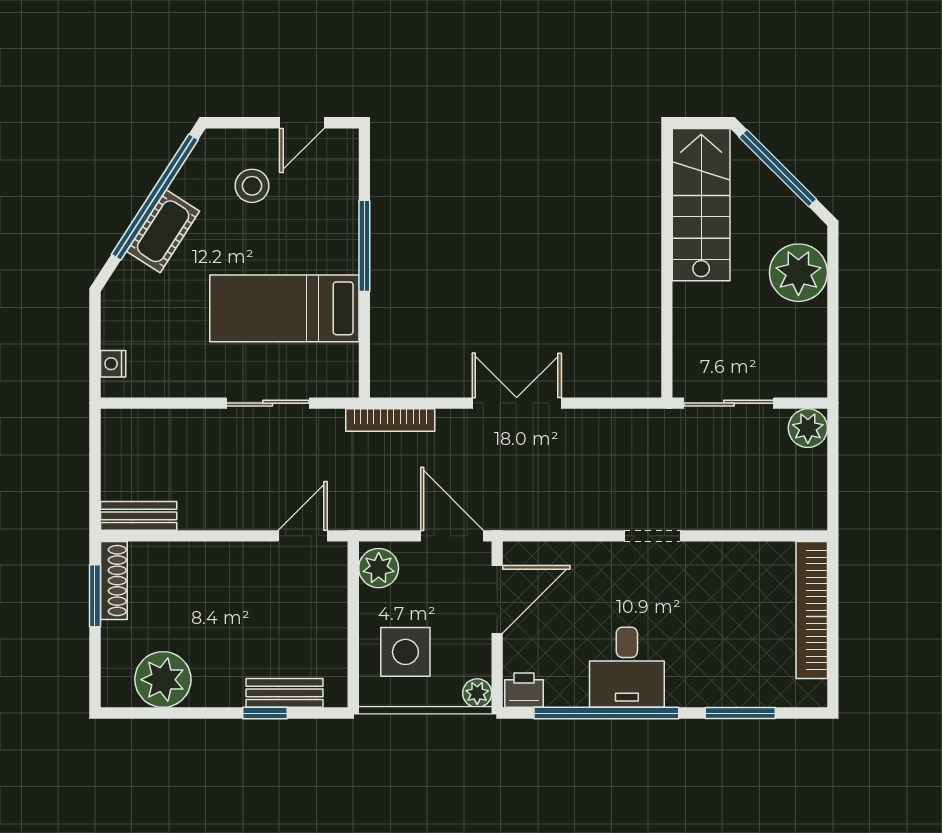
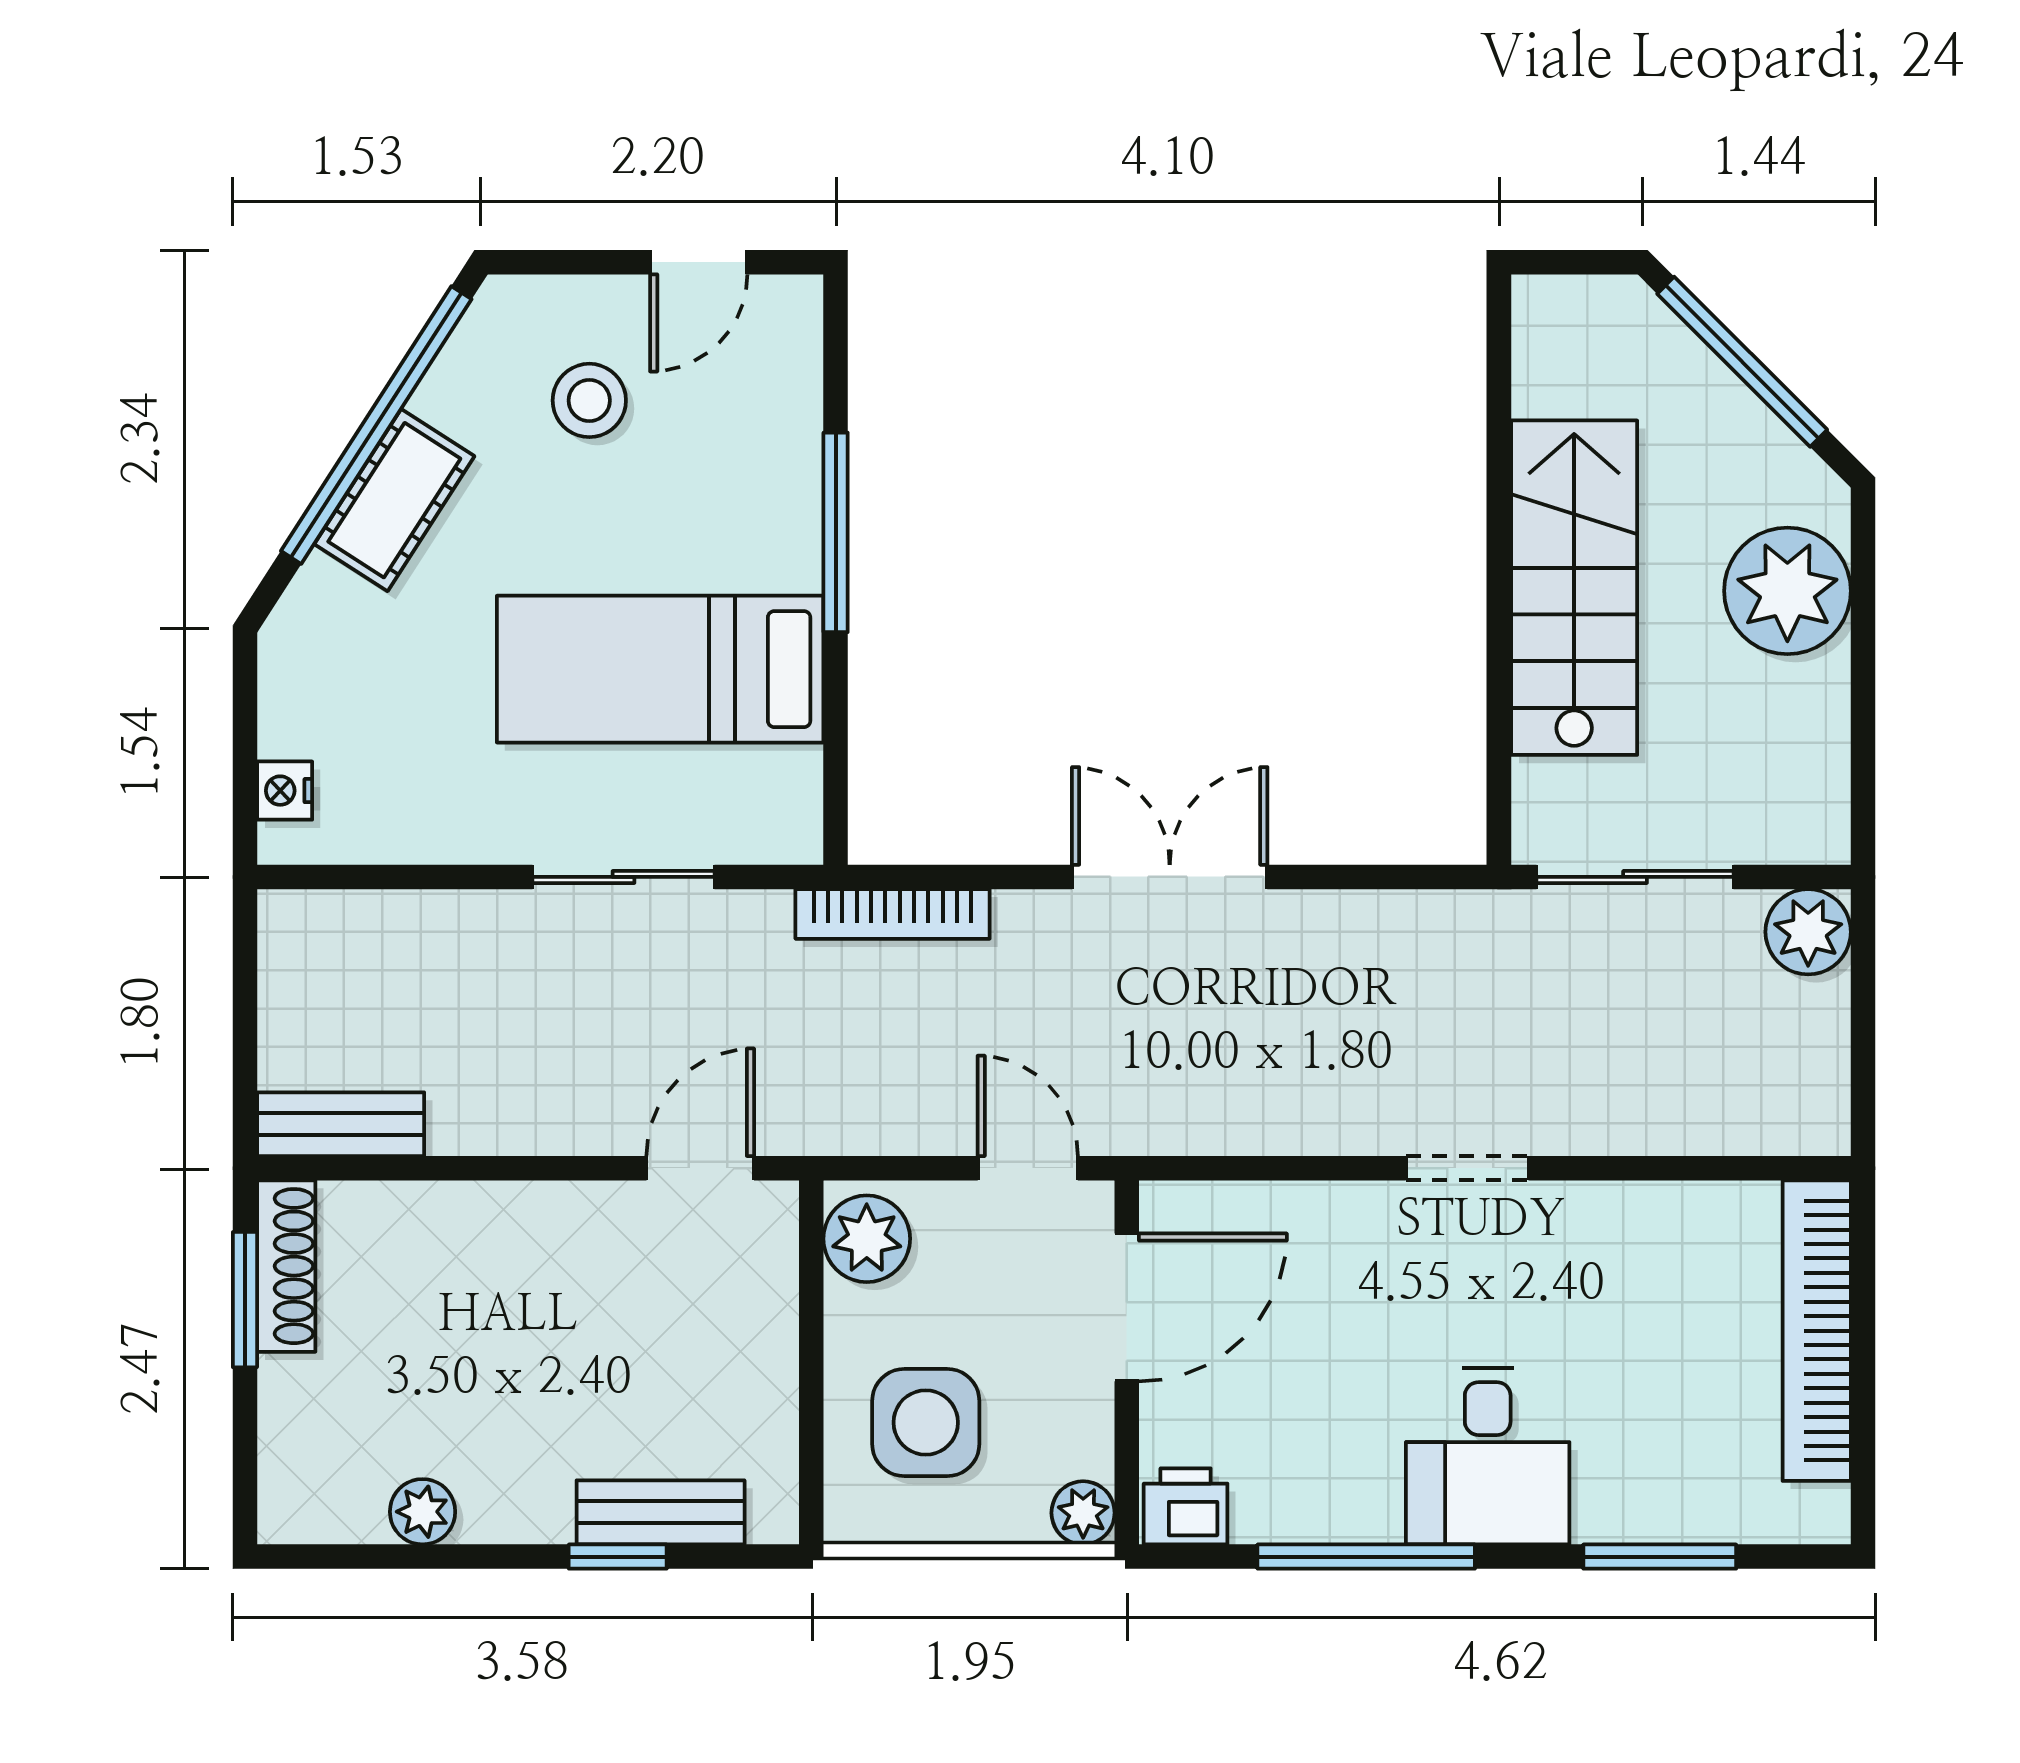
stairs: (701, 205) -> (1574, 588), moved
door: (452, 536) -> (1028, 1168), width x0.73
desk: (627, 667) -> (1488, 1456), moved
plant: (163, 680) -> (423, 1512), width x0.53, depth x0.53
window: (606, 713) -> (1366, 1557), width x0.68

